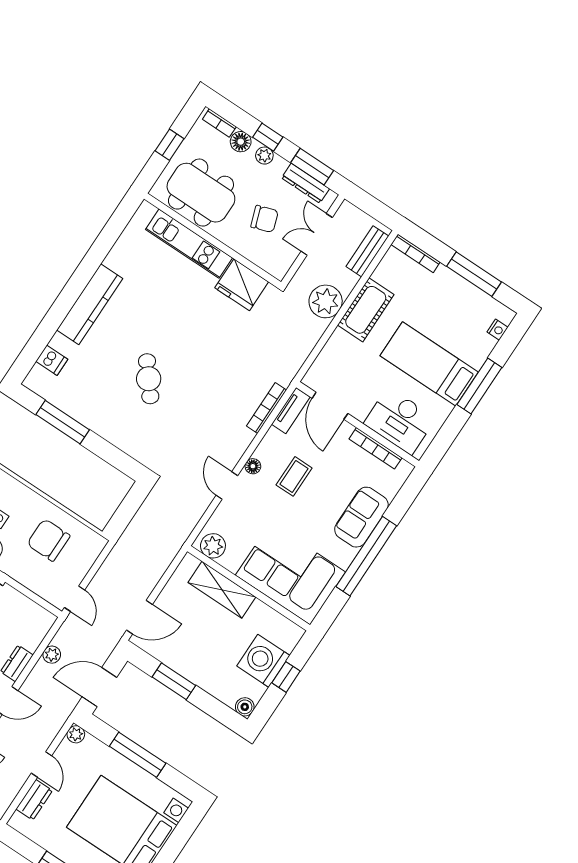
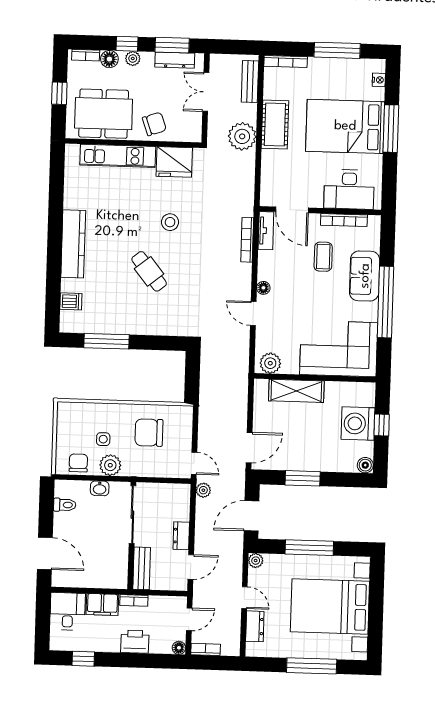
chair: (265, 219) -> (154, 124), moved
stool: (200, 342) -> (170, 222), added
bed: (429, 364) -> (345, 126), width x1.50
coffee table: (294, 476) -> (323, 257), moved
plant: (52, 655) -> (203, 490), moved

